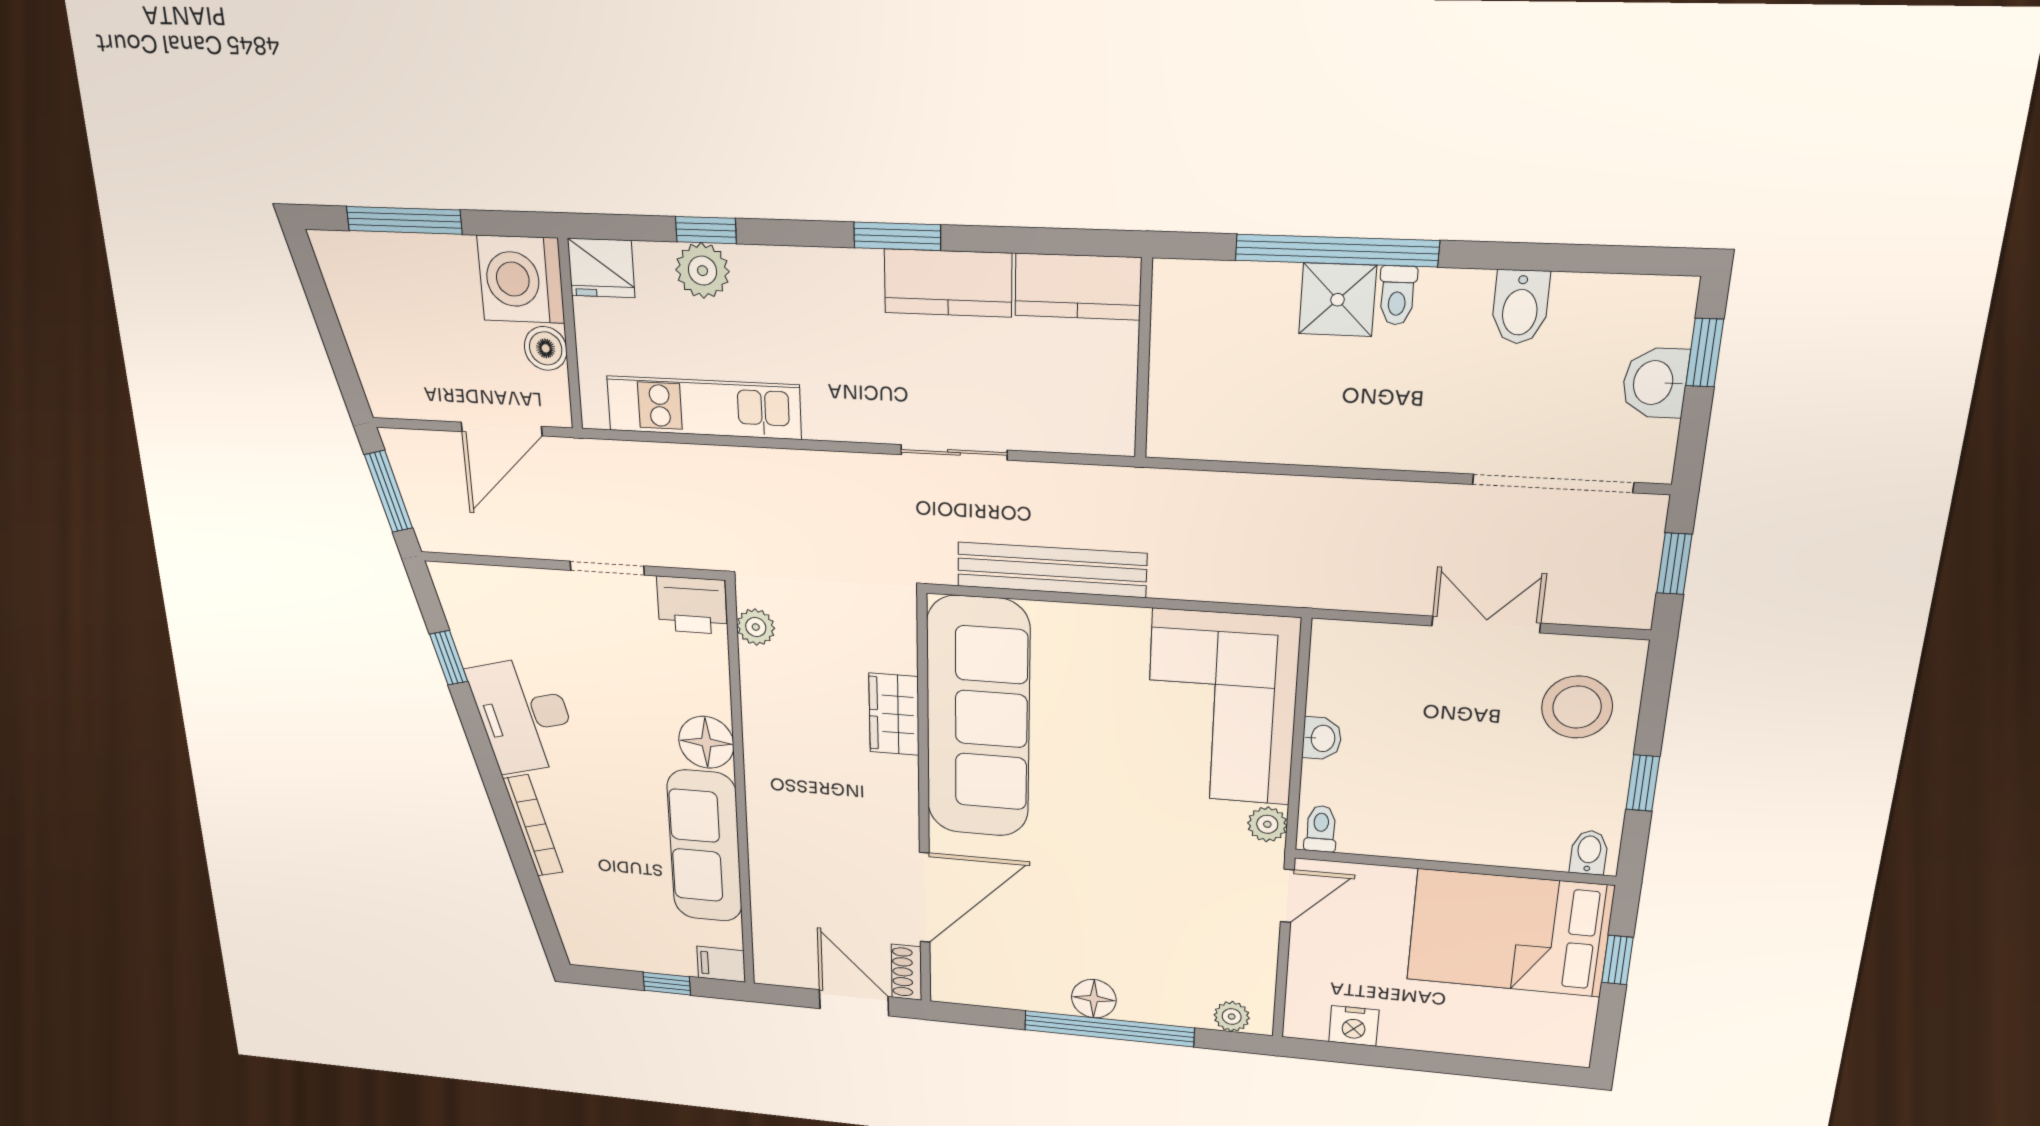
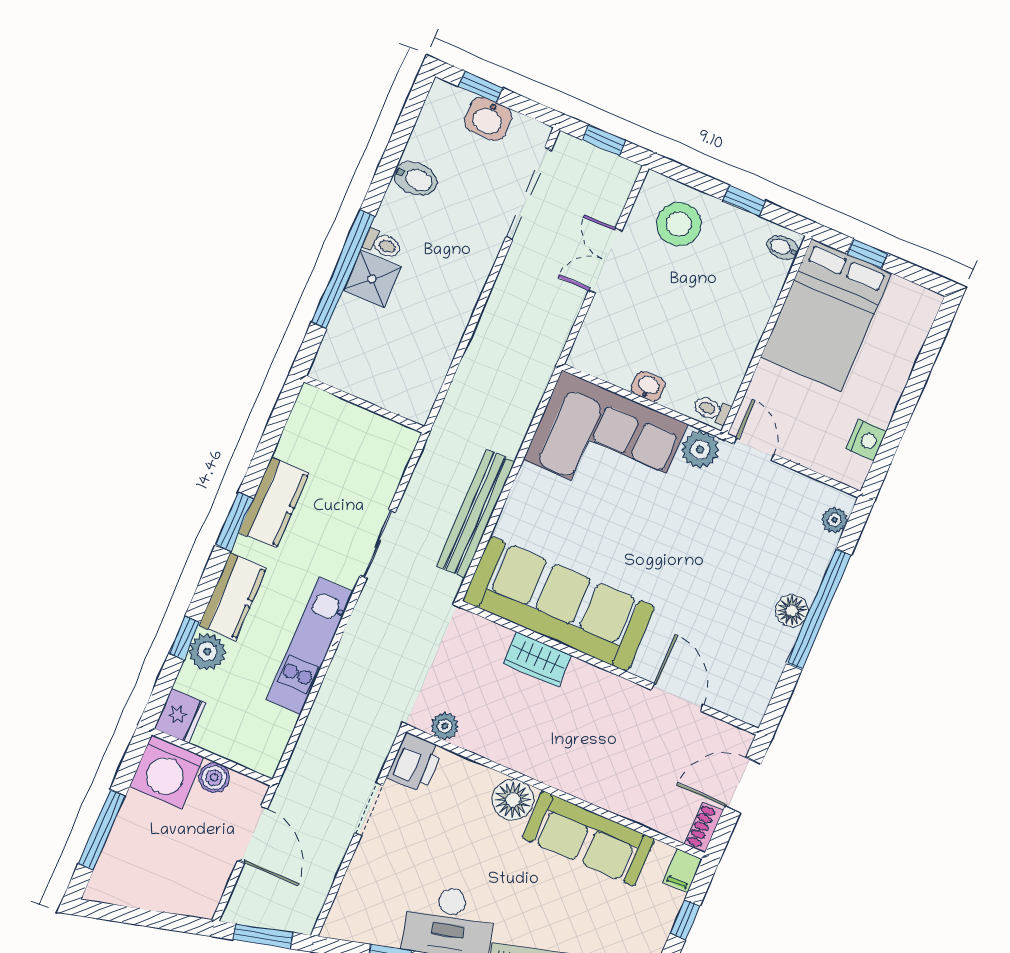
kitchen counter: (1078, 287) -> (233, 597), moved
kitchen unit: (704, 408) -> (310, 646), moved
plant: (1267, 824) -> (700, 450), width x1.38, depth x1.38
door: (925, 898) -> (677, 697), width x0.73
shoe rack: (906, 972) -> (704, 827), moved, turned 90

